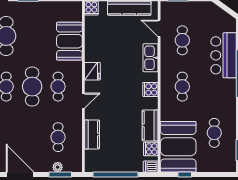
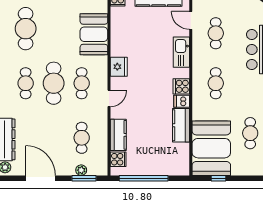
cooker: (151, 149) -> (118, 159), moved, turned 180
dishwasher: (151, 166) -> (182, 101), moved

